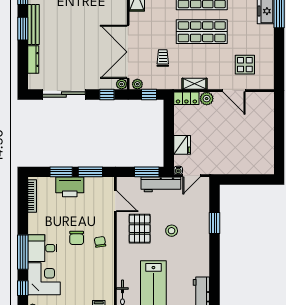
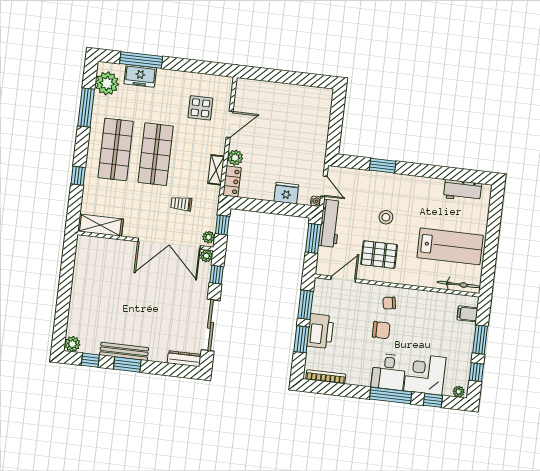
dresser: (33, 60) -> (184, 359), moved

